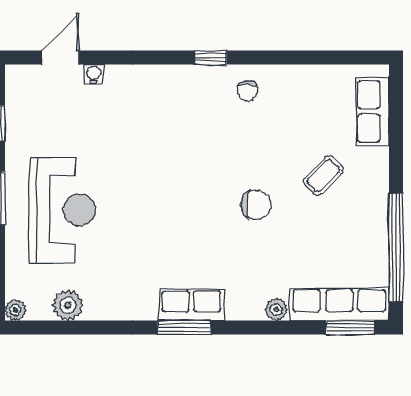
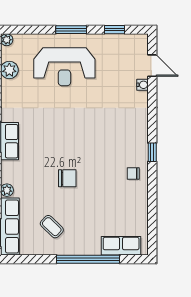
coffee table: (323, 176) -> (52, 227), moved
chair: (256, 205) -> (67, 178), turned -90
window: (396, 248) -> (88, 259), moved

